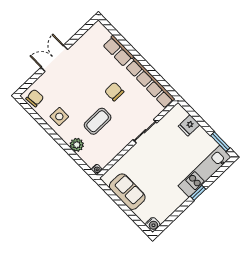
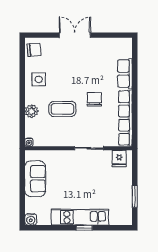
fridge: (189, 125) -> (119, 158), moved, turned -90
window: (220, 142) -> (135, 196), moved
kitchen unit: (205, 171) -> (80, 217), moved

